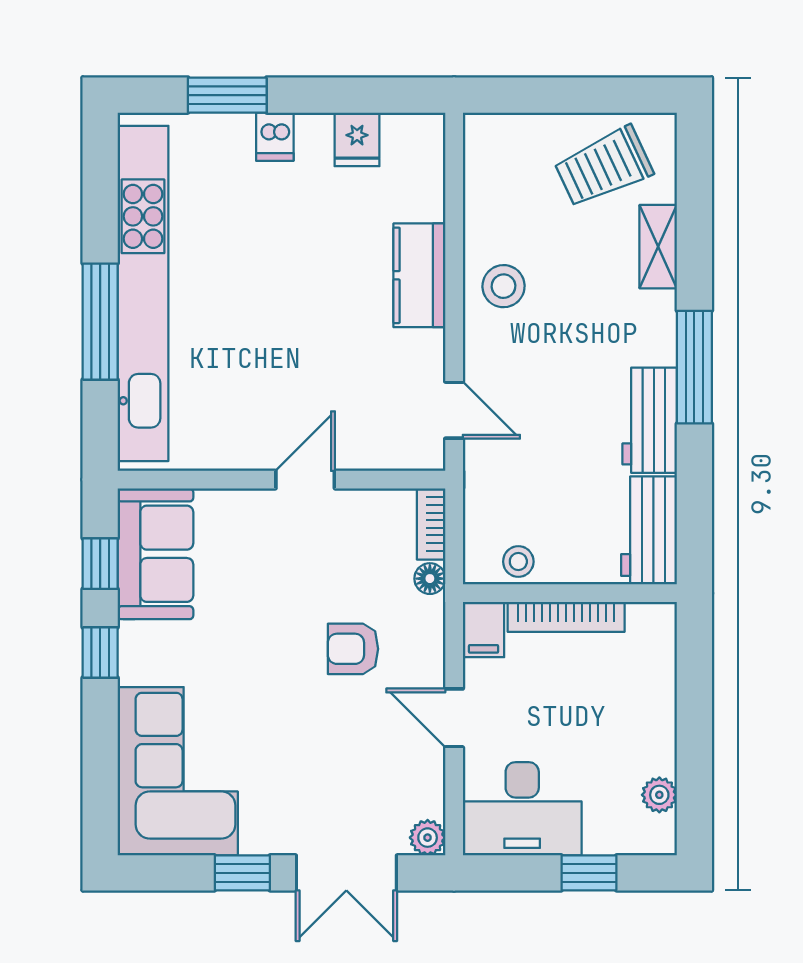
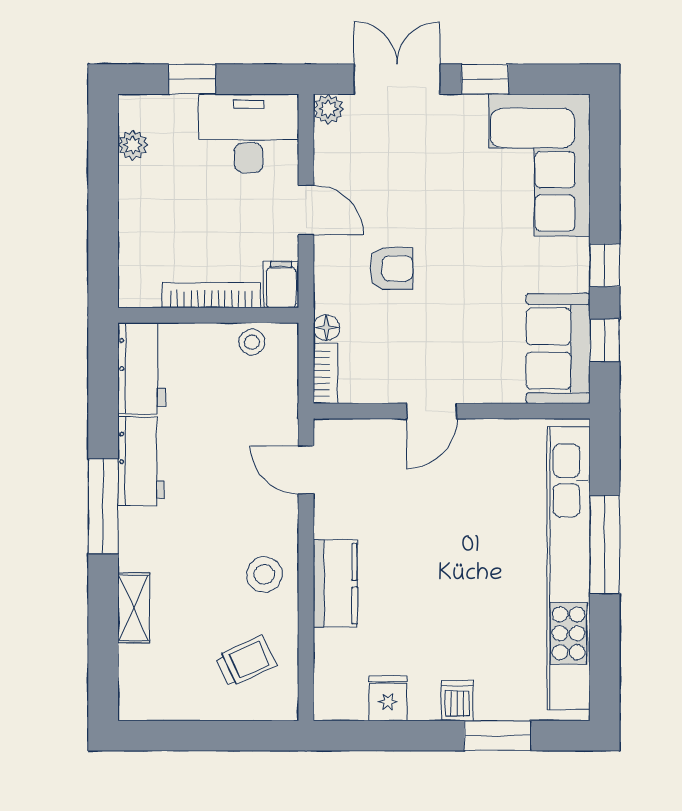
trolley: (604, 167) -> (246, 661), moved, width x0.73, depth x0.72

